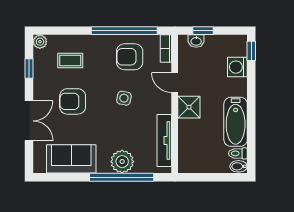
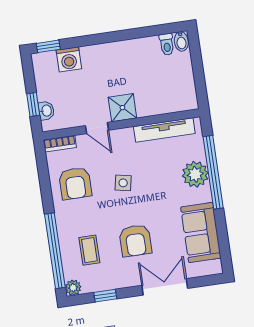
window: (124, 31) -> (55, 251), moved
door: (175, 83) -> (97, 128), hinge flipped
bathtub: (236, 122) -> (131, 52), removed

